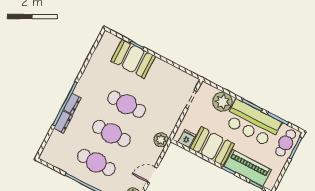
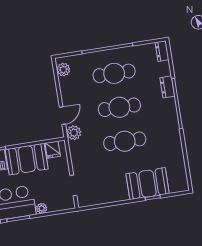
plant: (222, 102) -> (42, 208), width x0.53, depth x0.53
dresser: (72, 104) -> (162, 51), moved
door: (152, 175) -> (62, 116), moved

